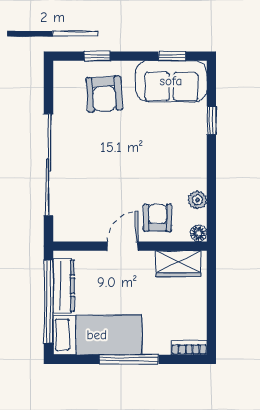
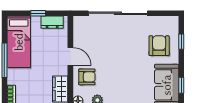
armchair: (104, 94) -> (159, 46), turned 94
dresser: (64, 286) -> (52, 22), width x0.70
window: (48, 302) -> (38, 13), width x0.32

